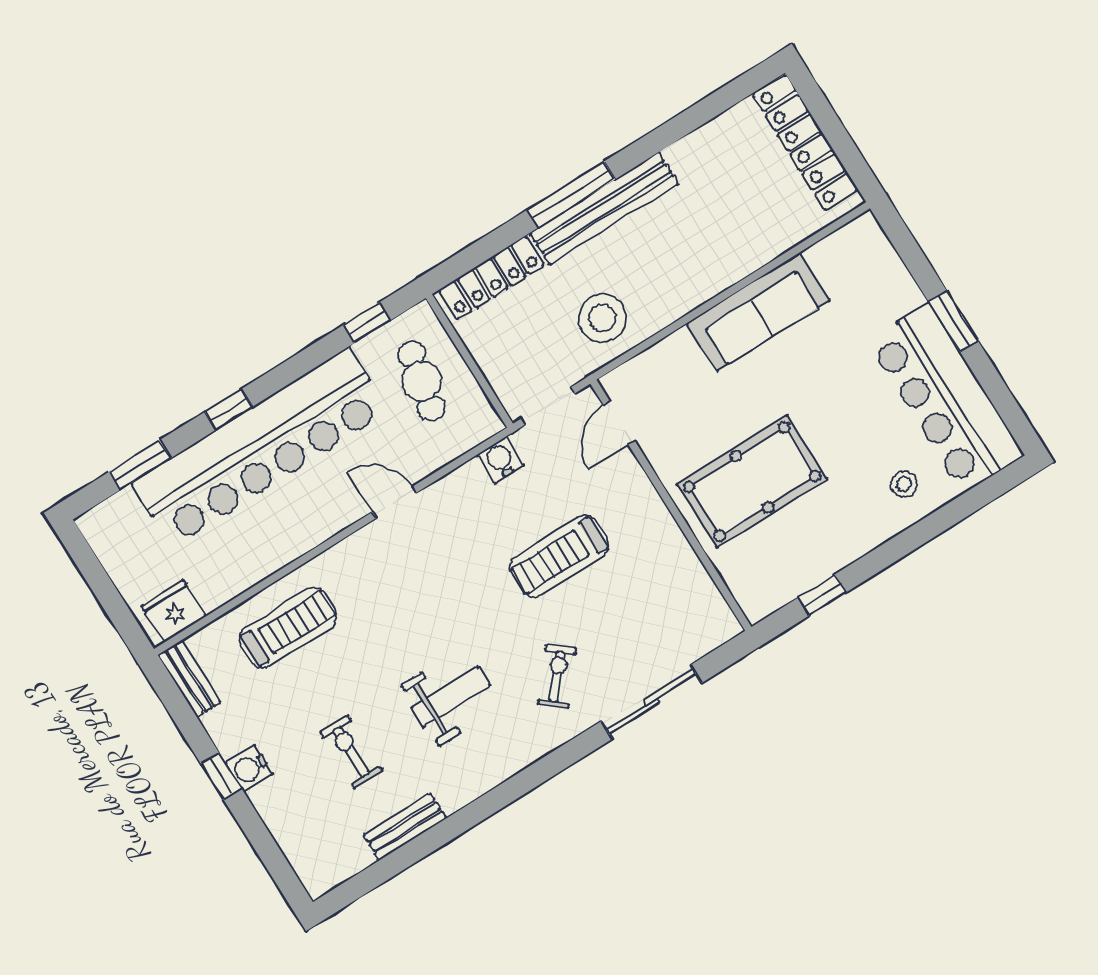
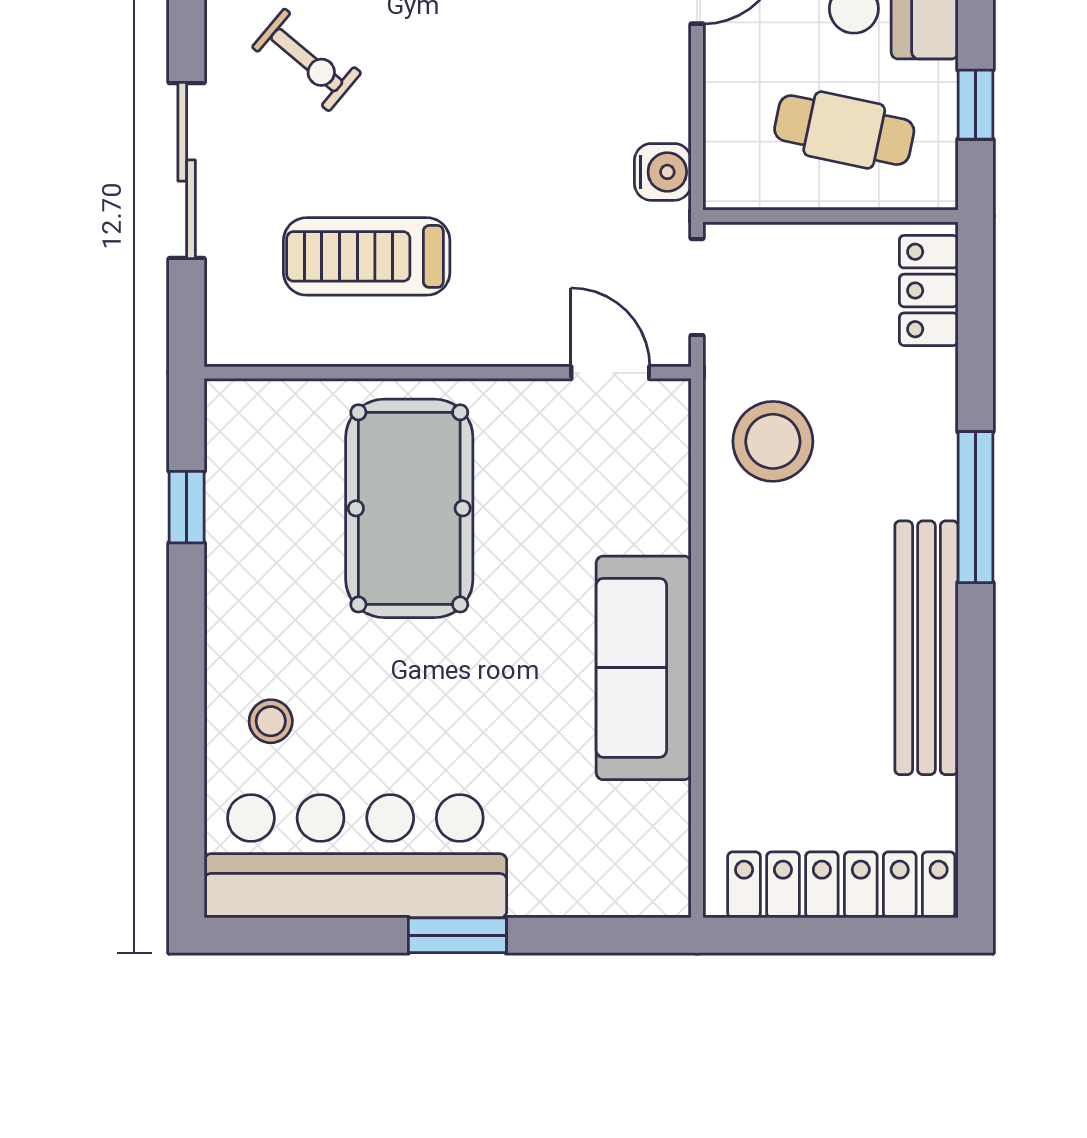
bench: (604, 209) -> (926, 648), moved
locker: (491, 278) -> (929, 290), width x0.66
treadmill: (559, 556) -> (367, 256), moved, turned -90

